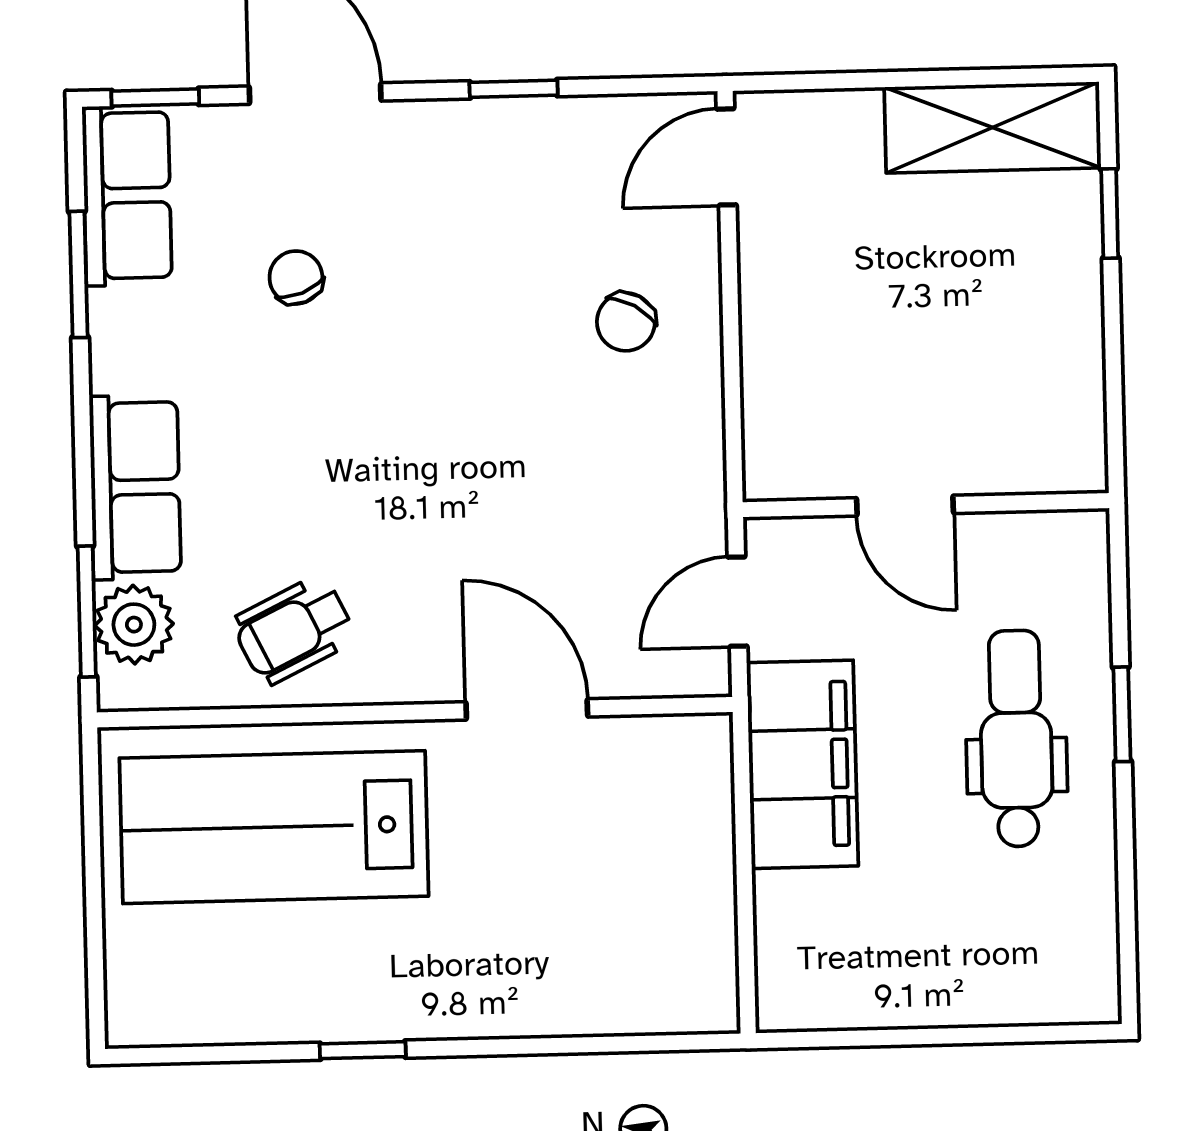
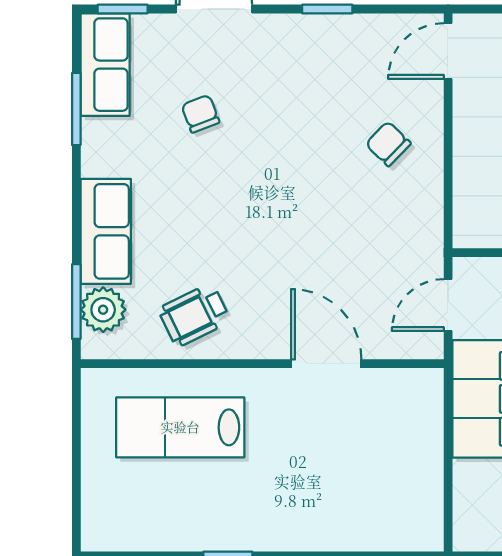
chair: (626, 322) -> (388, 144), turned 104
lab bench: (274, 827) -> (180, 427), width x0.73, depth x0.72

